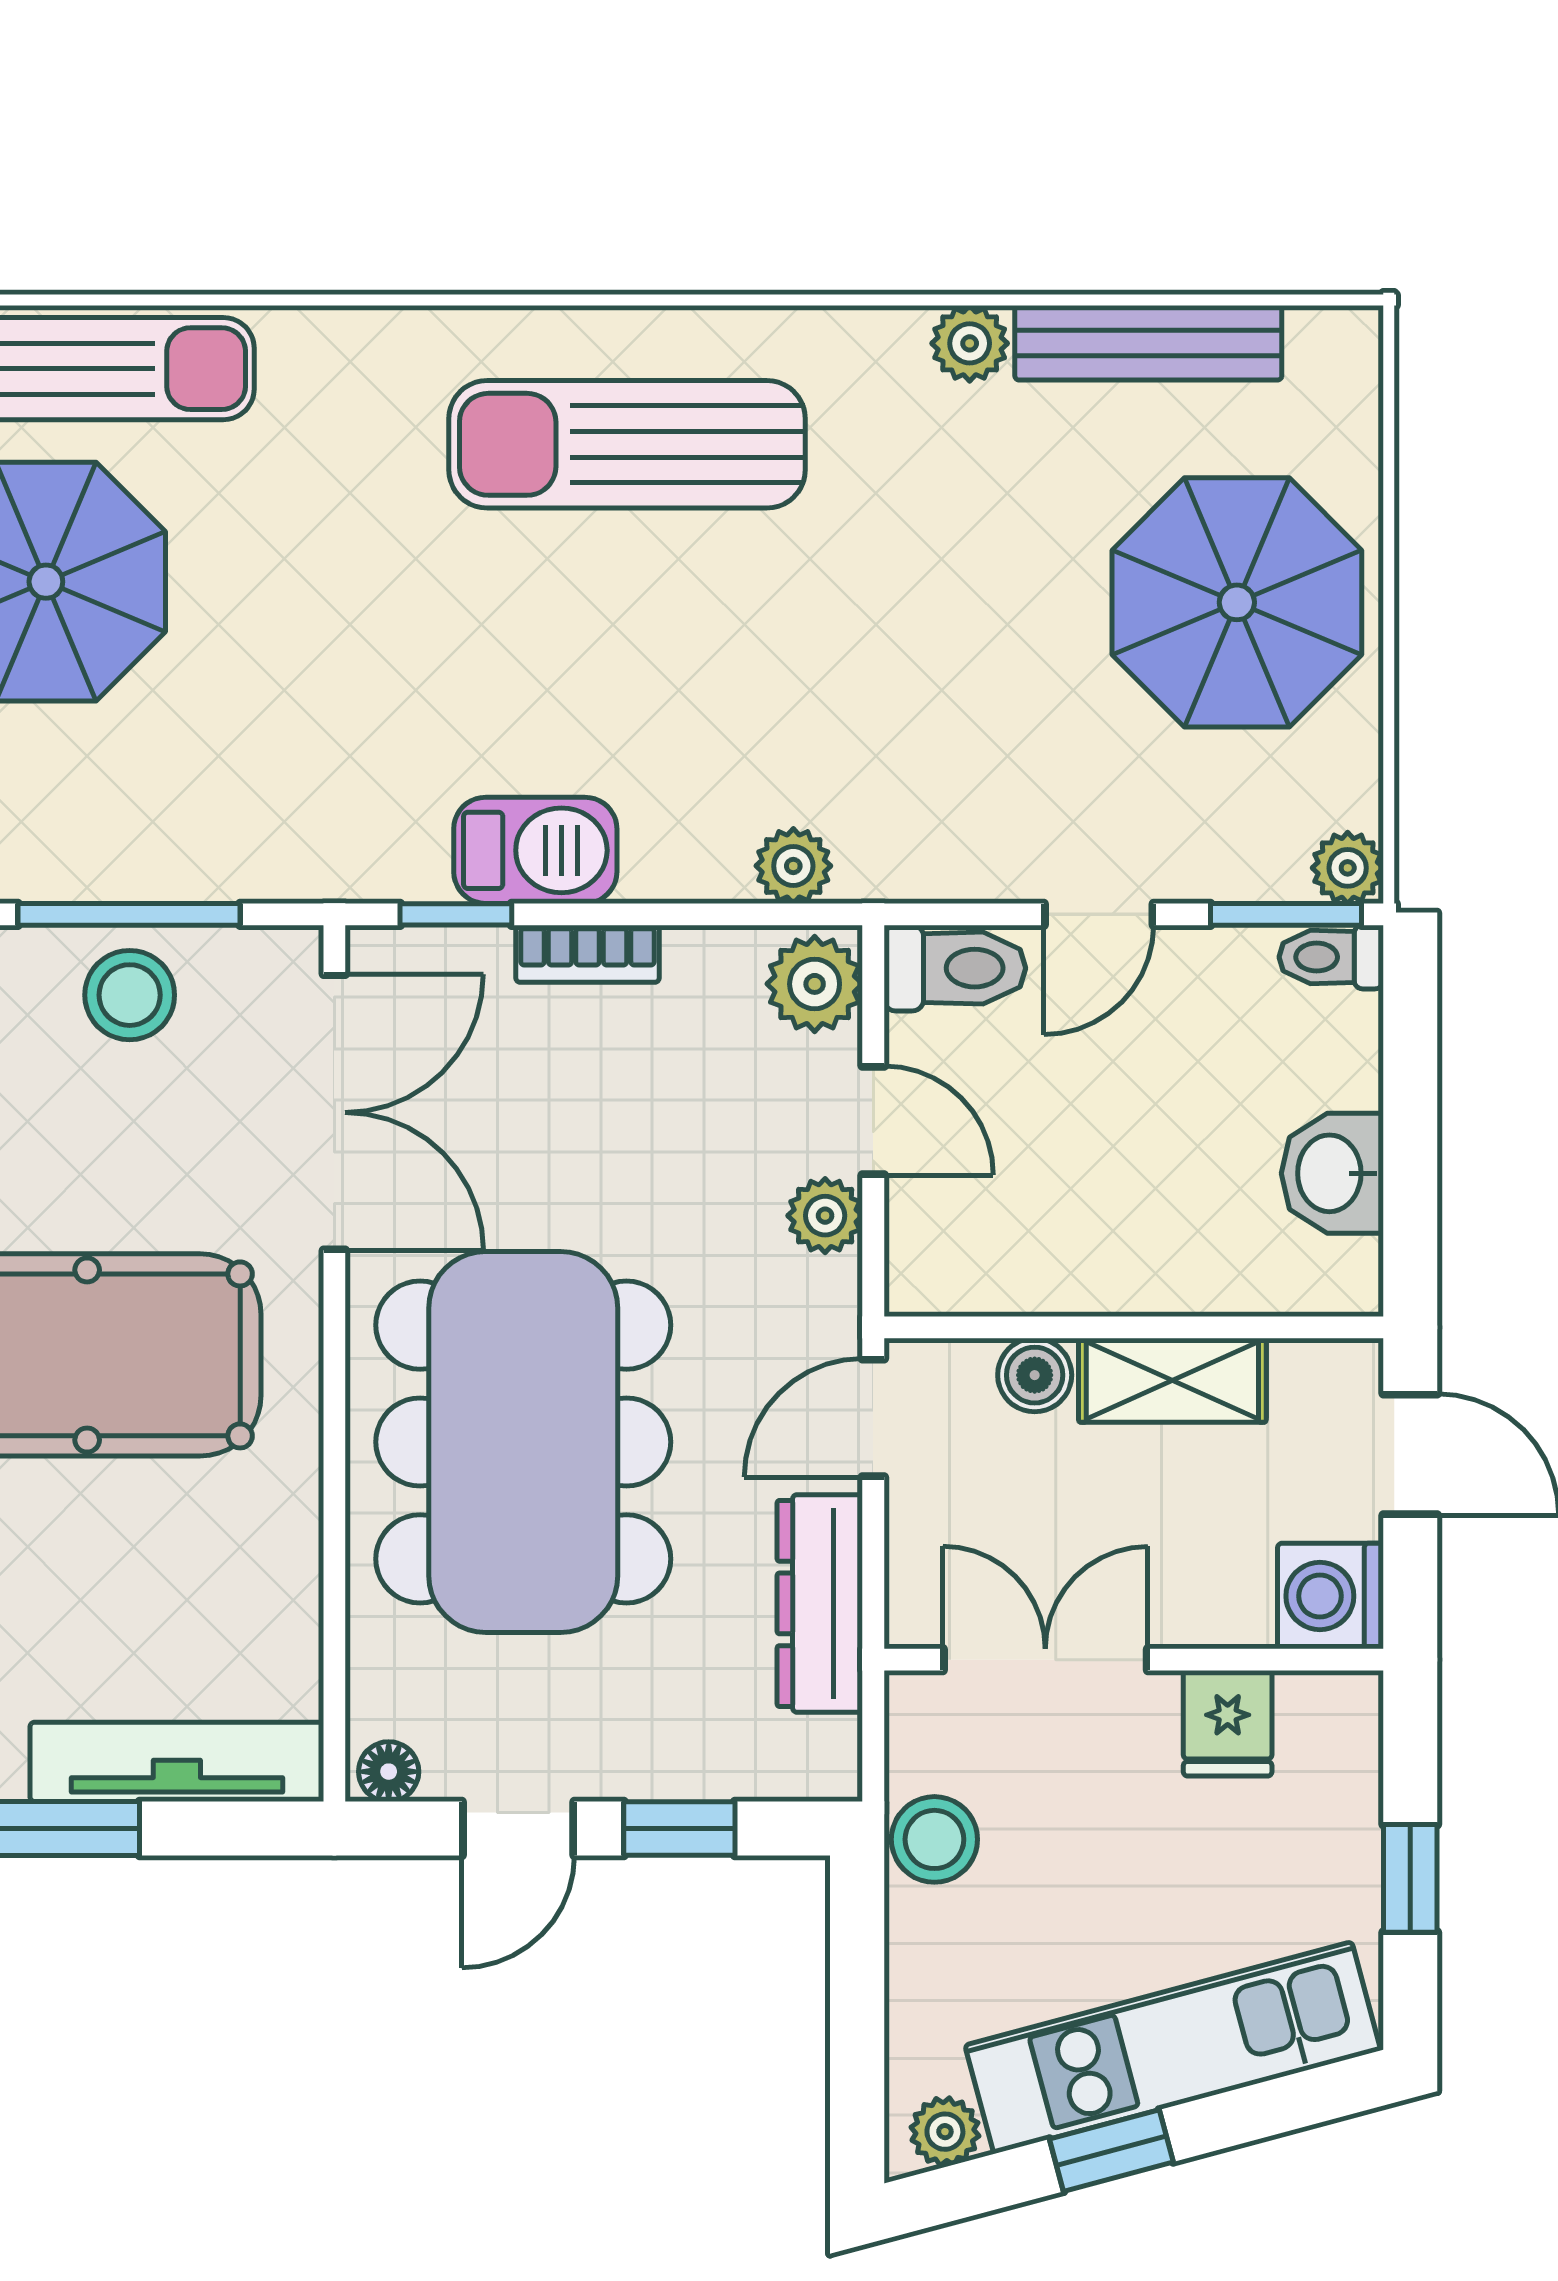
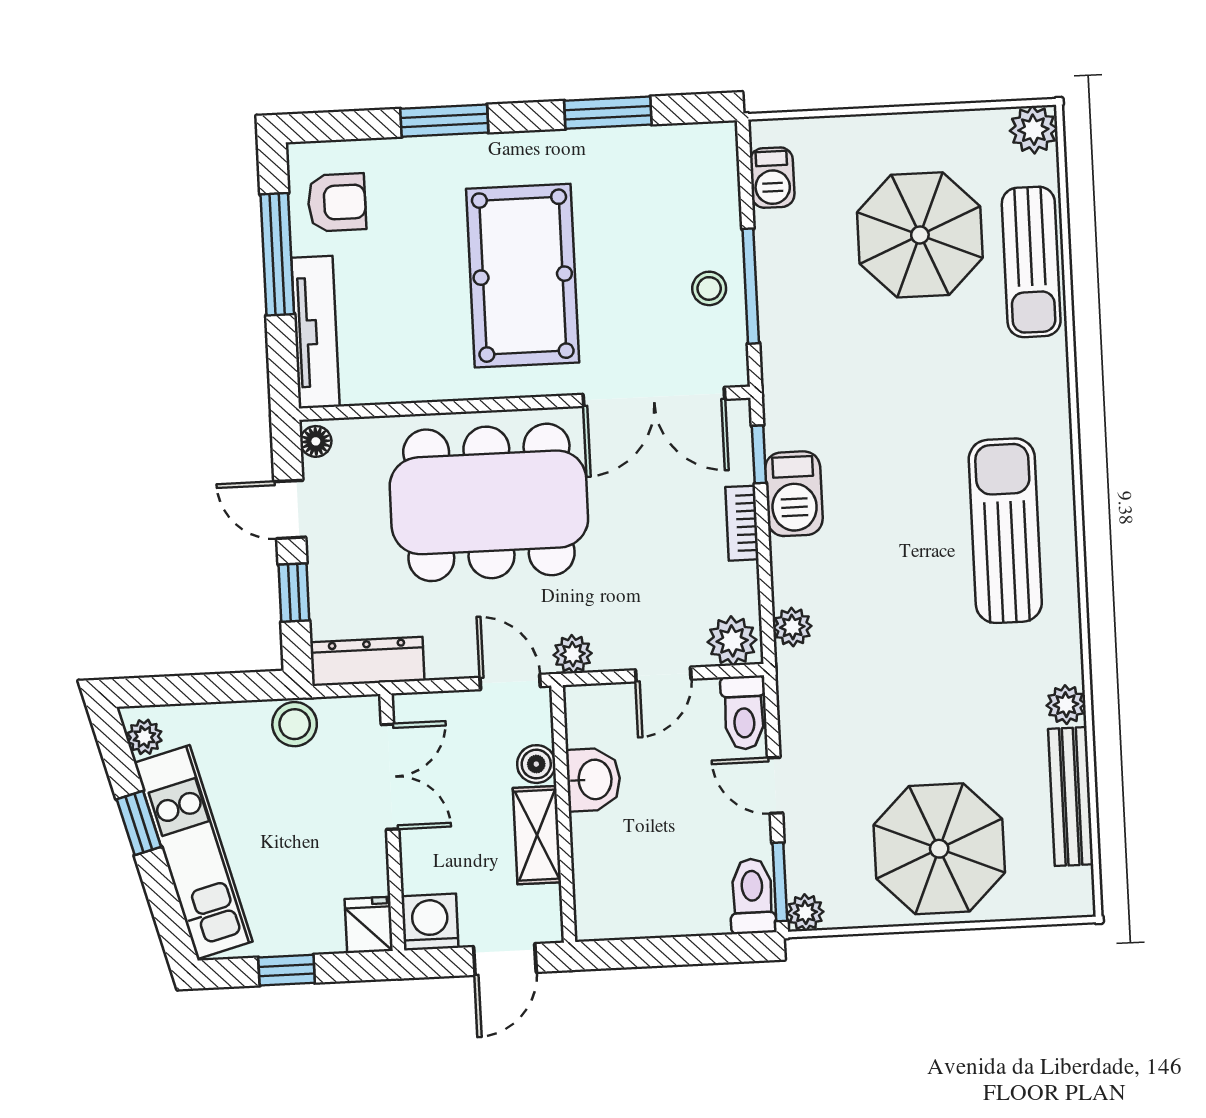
toilet: (1331, 957) -> (752, 896), width x1.37, depth x1.39
stool: (130, 995) -> (709, 288), width x0.73, depth x0.73
washbasin: (1332, 1173) -> (593, 780), moved, turned 90
plant: (825, 1216) -> (573, 654), moved
dresser: (820, 1603) -> (367, 661), moved
fridge: (1228, 1723) -> (369, 925), moved, turned 90

